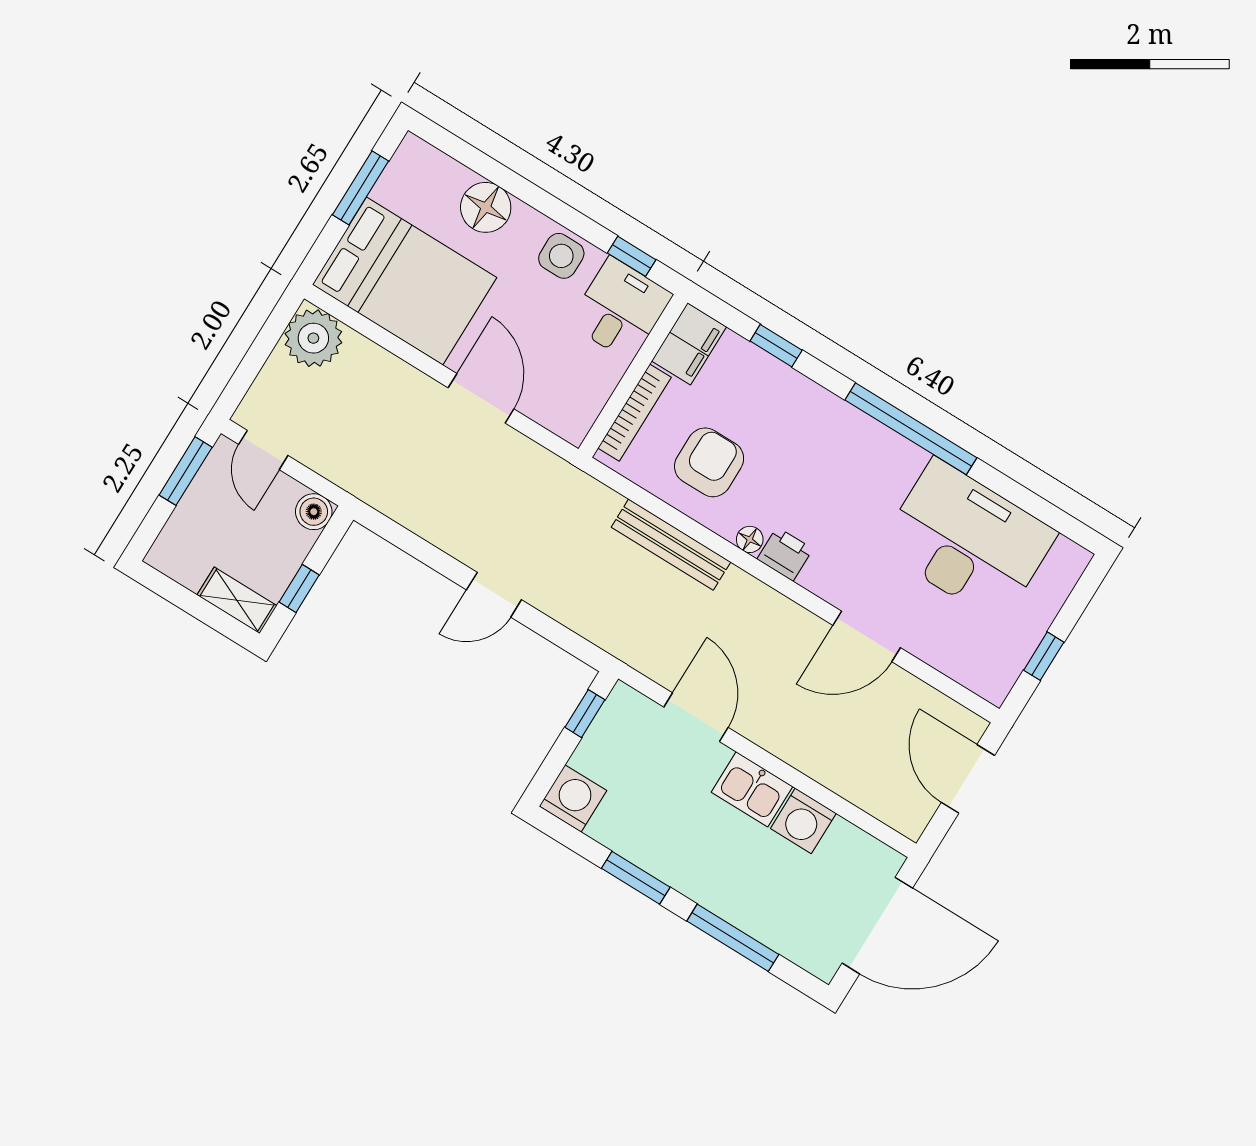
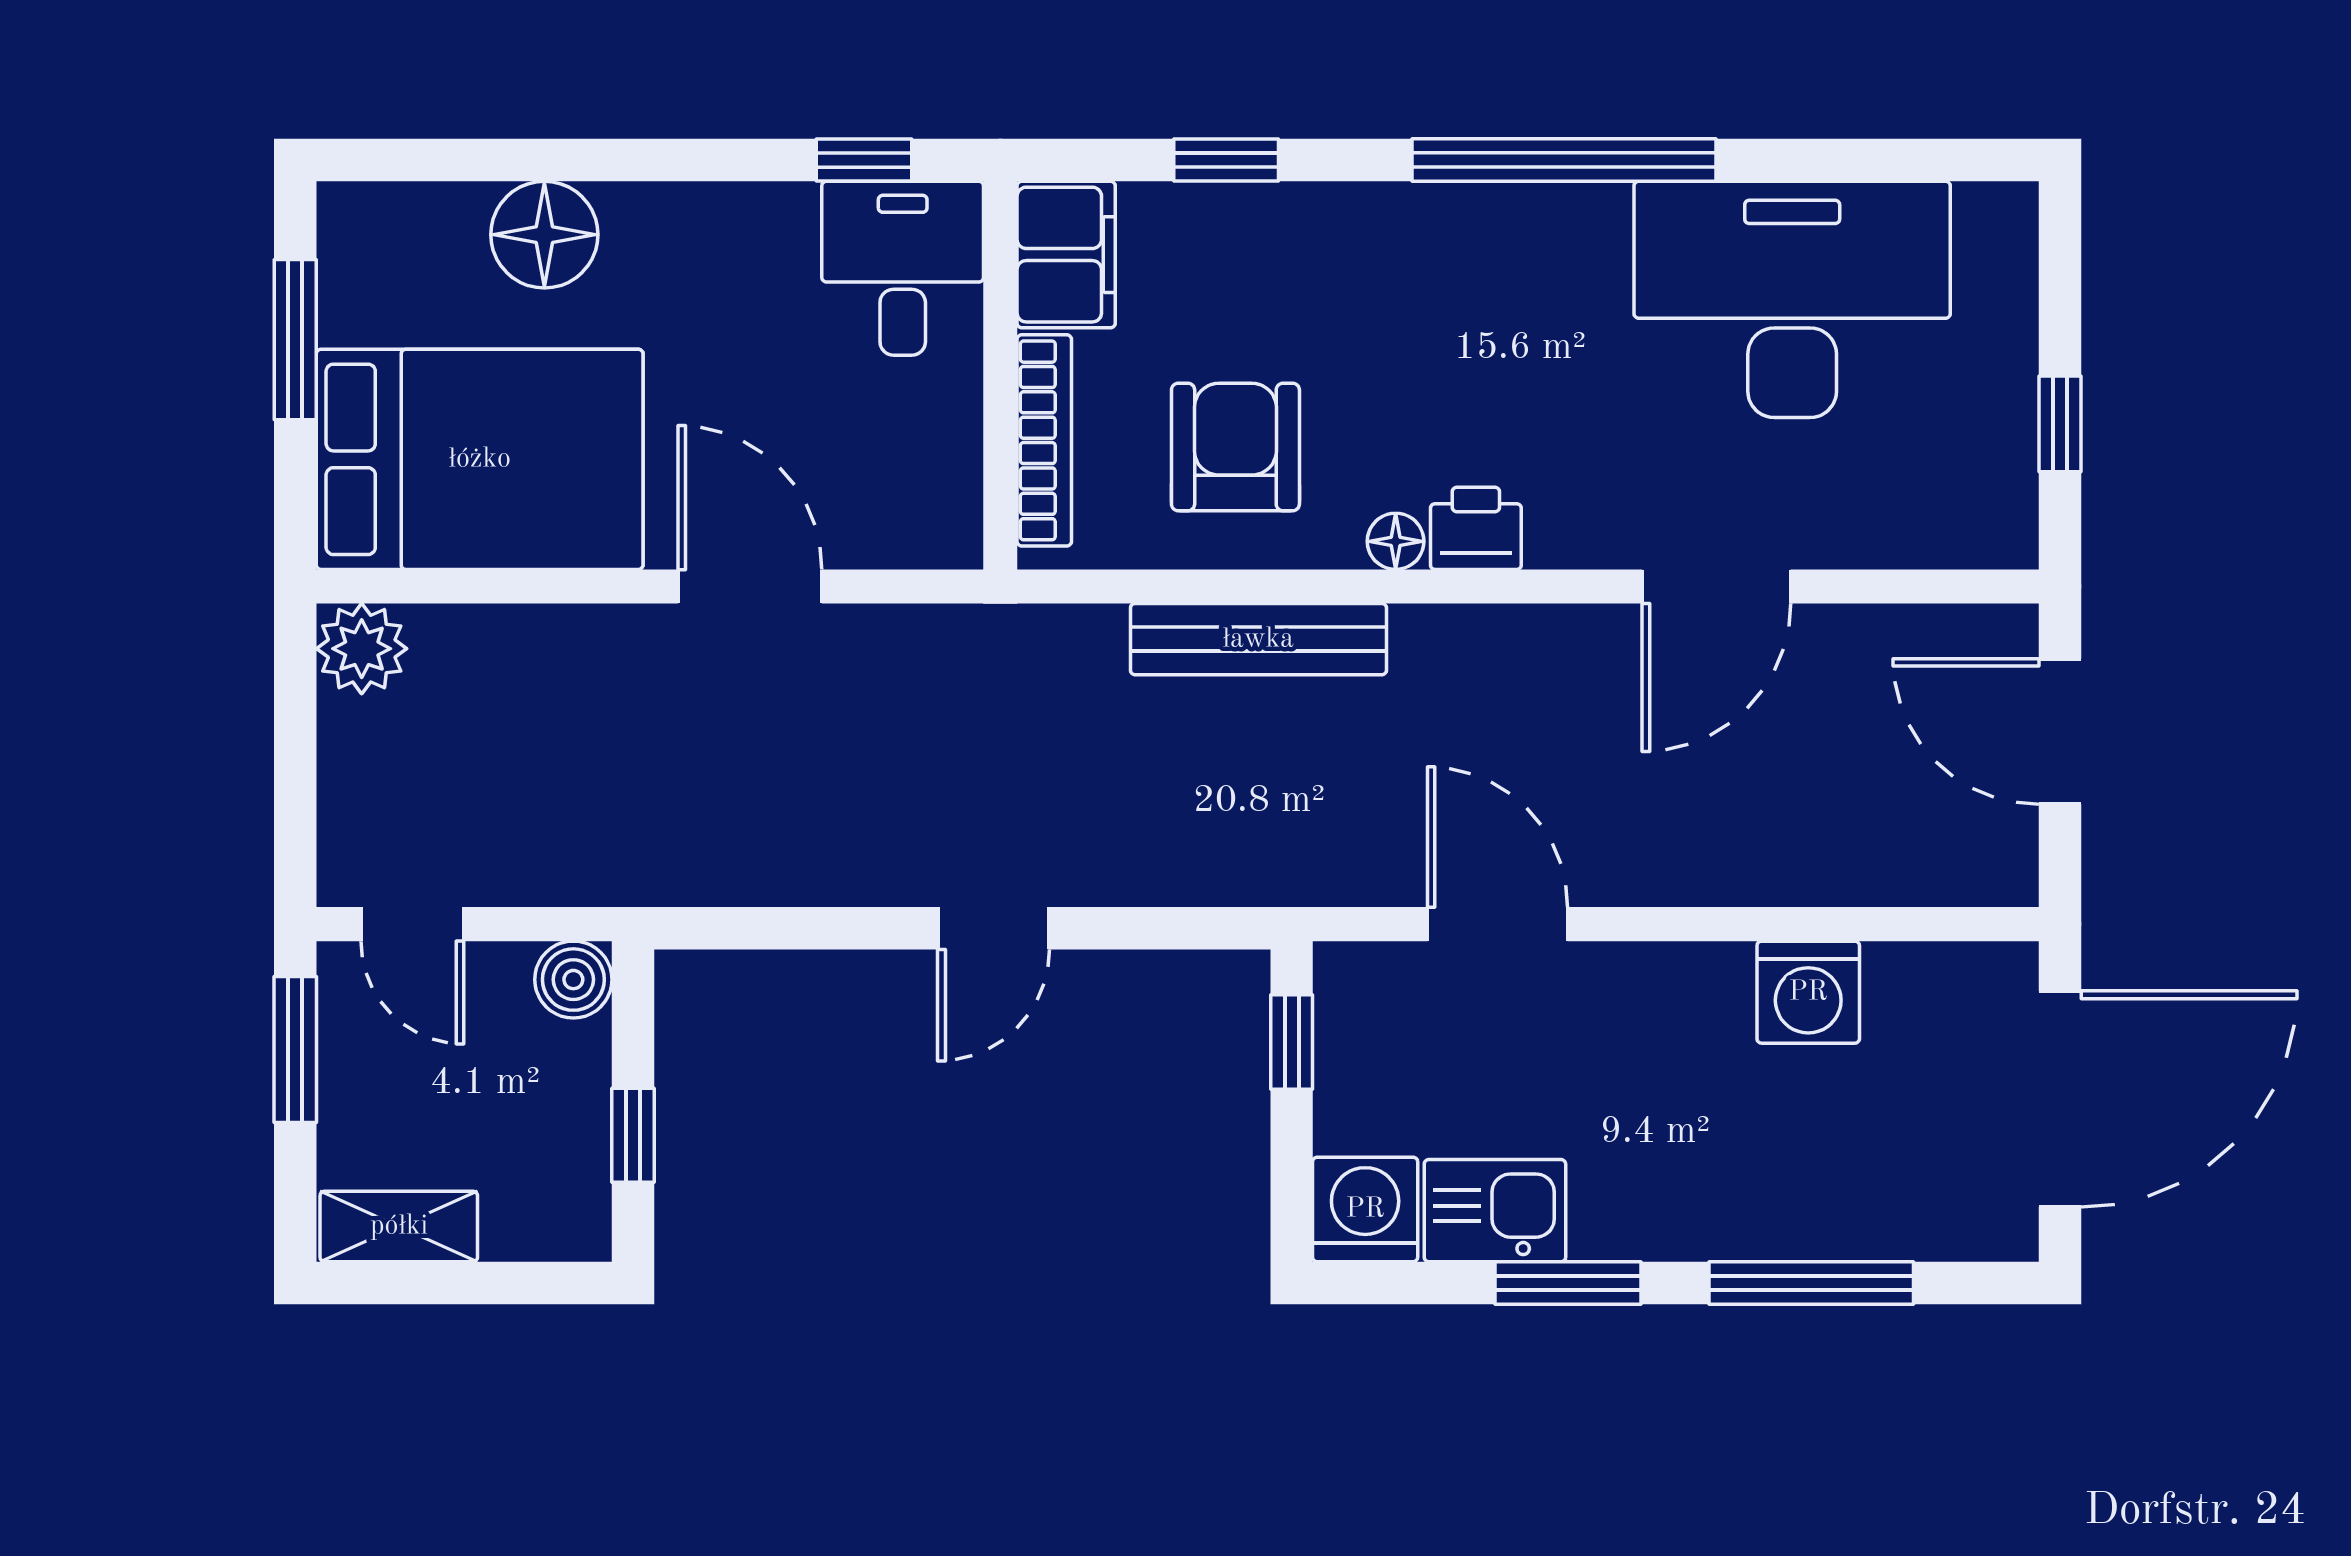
side table: (561, 256) -> (736, 238), removed
plant: (313, 338) -> (362, 649), width x0.73, depth x0.73
shelving: (237, 600) -> (399, 1226), moved
kitchen sink: (752, 789) -> (1495, 1211), moved, turned 180

